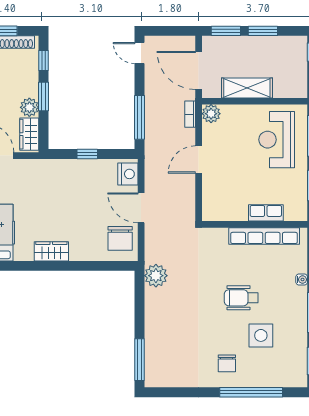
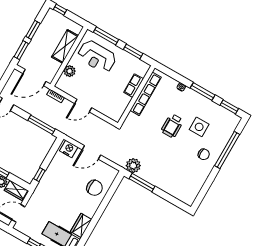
shelving: (247, 88) -> (65, 46), moved
plant: (211, 114) -> (70, 71), moved
window: (87, 154) -> (39, 175), moved
door: (199, 160) -> (83, 106), hinge flipped
chair: (120, 238) -> (94, 188), moved
wardrobe: (51, 251) -> (81, 225), moved
window: (139, 360) -> (142, 183), moved

